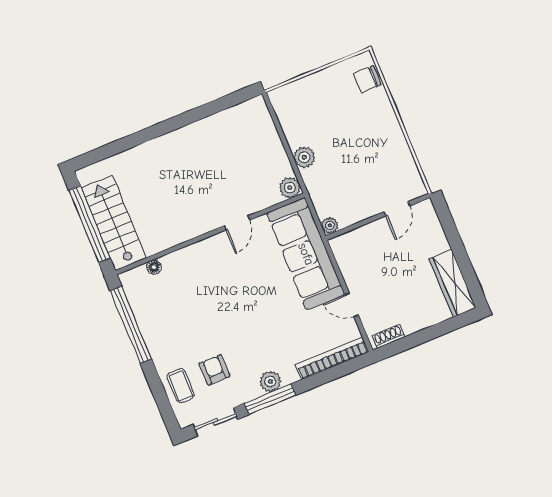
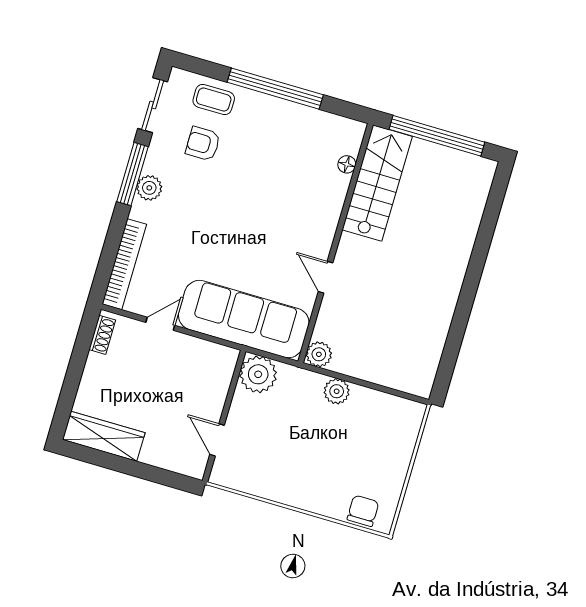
stairs: (114, 223) -> (377, 183), moved, turned -90
plant: (330, 225) -> (258, 374), width x1.88, depth x1.88
window: (131, 325) -> (275, 89), moved
armchair: (214, 370) -> (203, 144), turned 180

